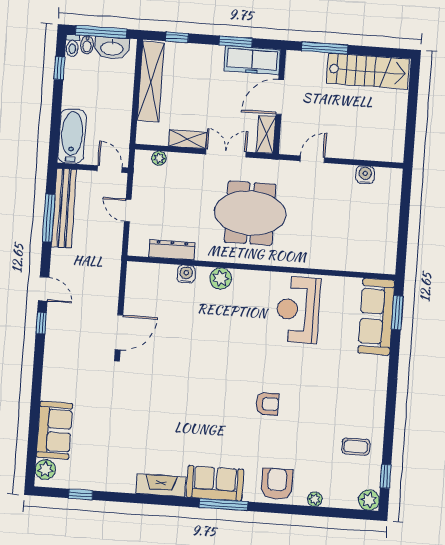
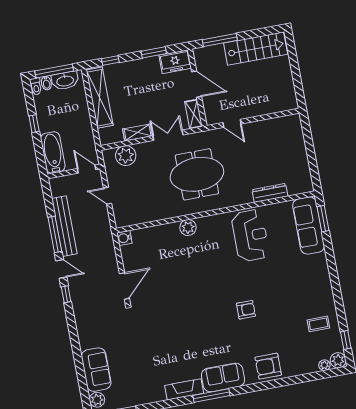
freezer: (252, 60) -> (175, 62), width x0.71
window: (59, 68) -> (34, 124), moved
door: (280, 97) -> (197, 84), swing flipped
plant: (159, 158) -> (126, 156), width x1.87, depth x1.87
door: (312, 159) -> (232, 123), swing flipped
water cooler: (365, 175) -> (273, 125), removed
bench: (64, 208) -> (64, 226), moved
window: (49, 218) -> (55, 234), moved
dresser: (172, 250) -> (270, 193), moved
water cooler: (186, 274) -> (124, 238), moved, turned -90
reception desk: (298, 310) -> (250, 235), turned 180
armchair: (277, 484) -> (268, 366), turned -90
plant: (315, 499) -> (324, 365), moved
window: (224, 505) -> (211, 395), moved

